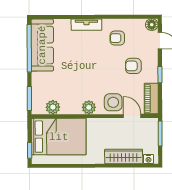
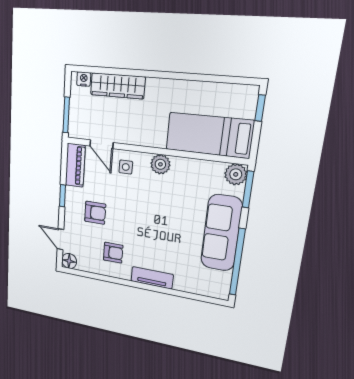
sofa: (42, 45) -> (221, 233), moved
side table: (113, 102) -> (126, 167), width x0.54, depth x0.54
plant: (53, 107) -> (236, 174), moved
bed: (59, 137) -> (209, 135), width x0.67

